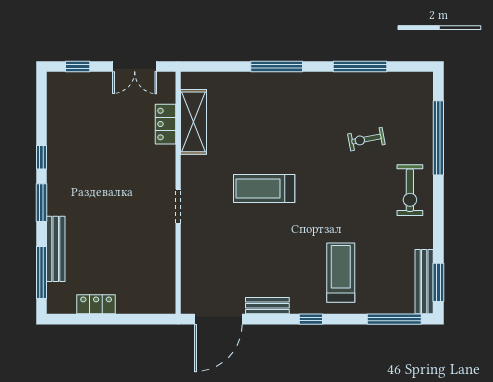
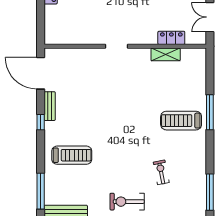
window: (360, 66) -> (210, 192), moved
shelving: (194, 122) -> (166, 54), width x0.67, depth x0.75
treadmill: (264, 188) -> (181, 121), moved, turned -90
window: (311, 319) -> (41, 122), moved

